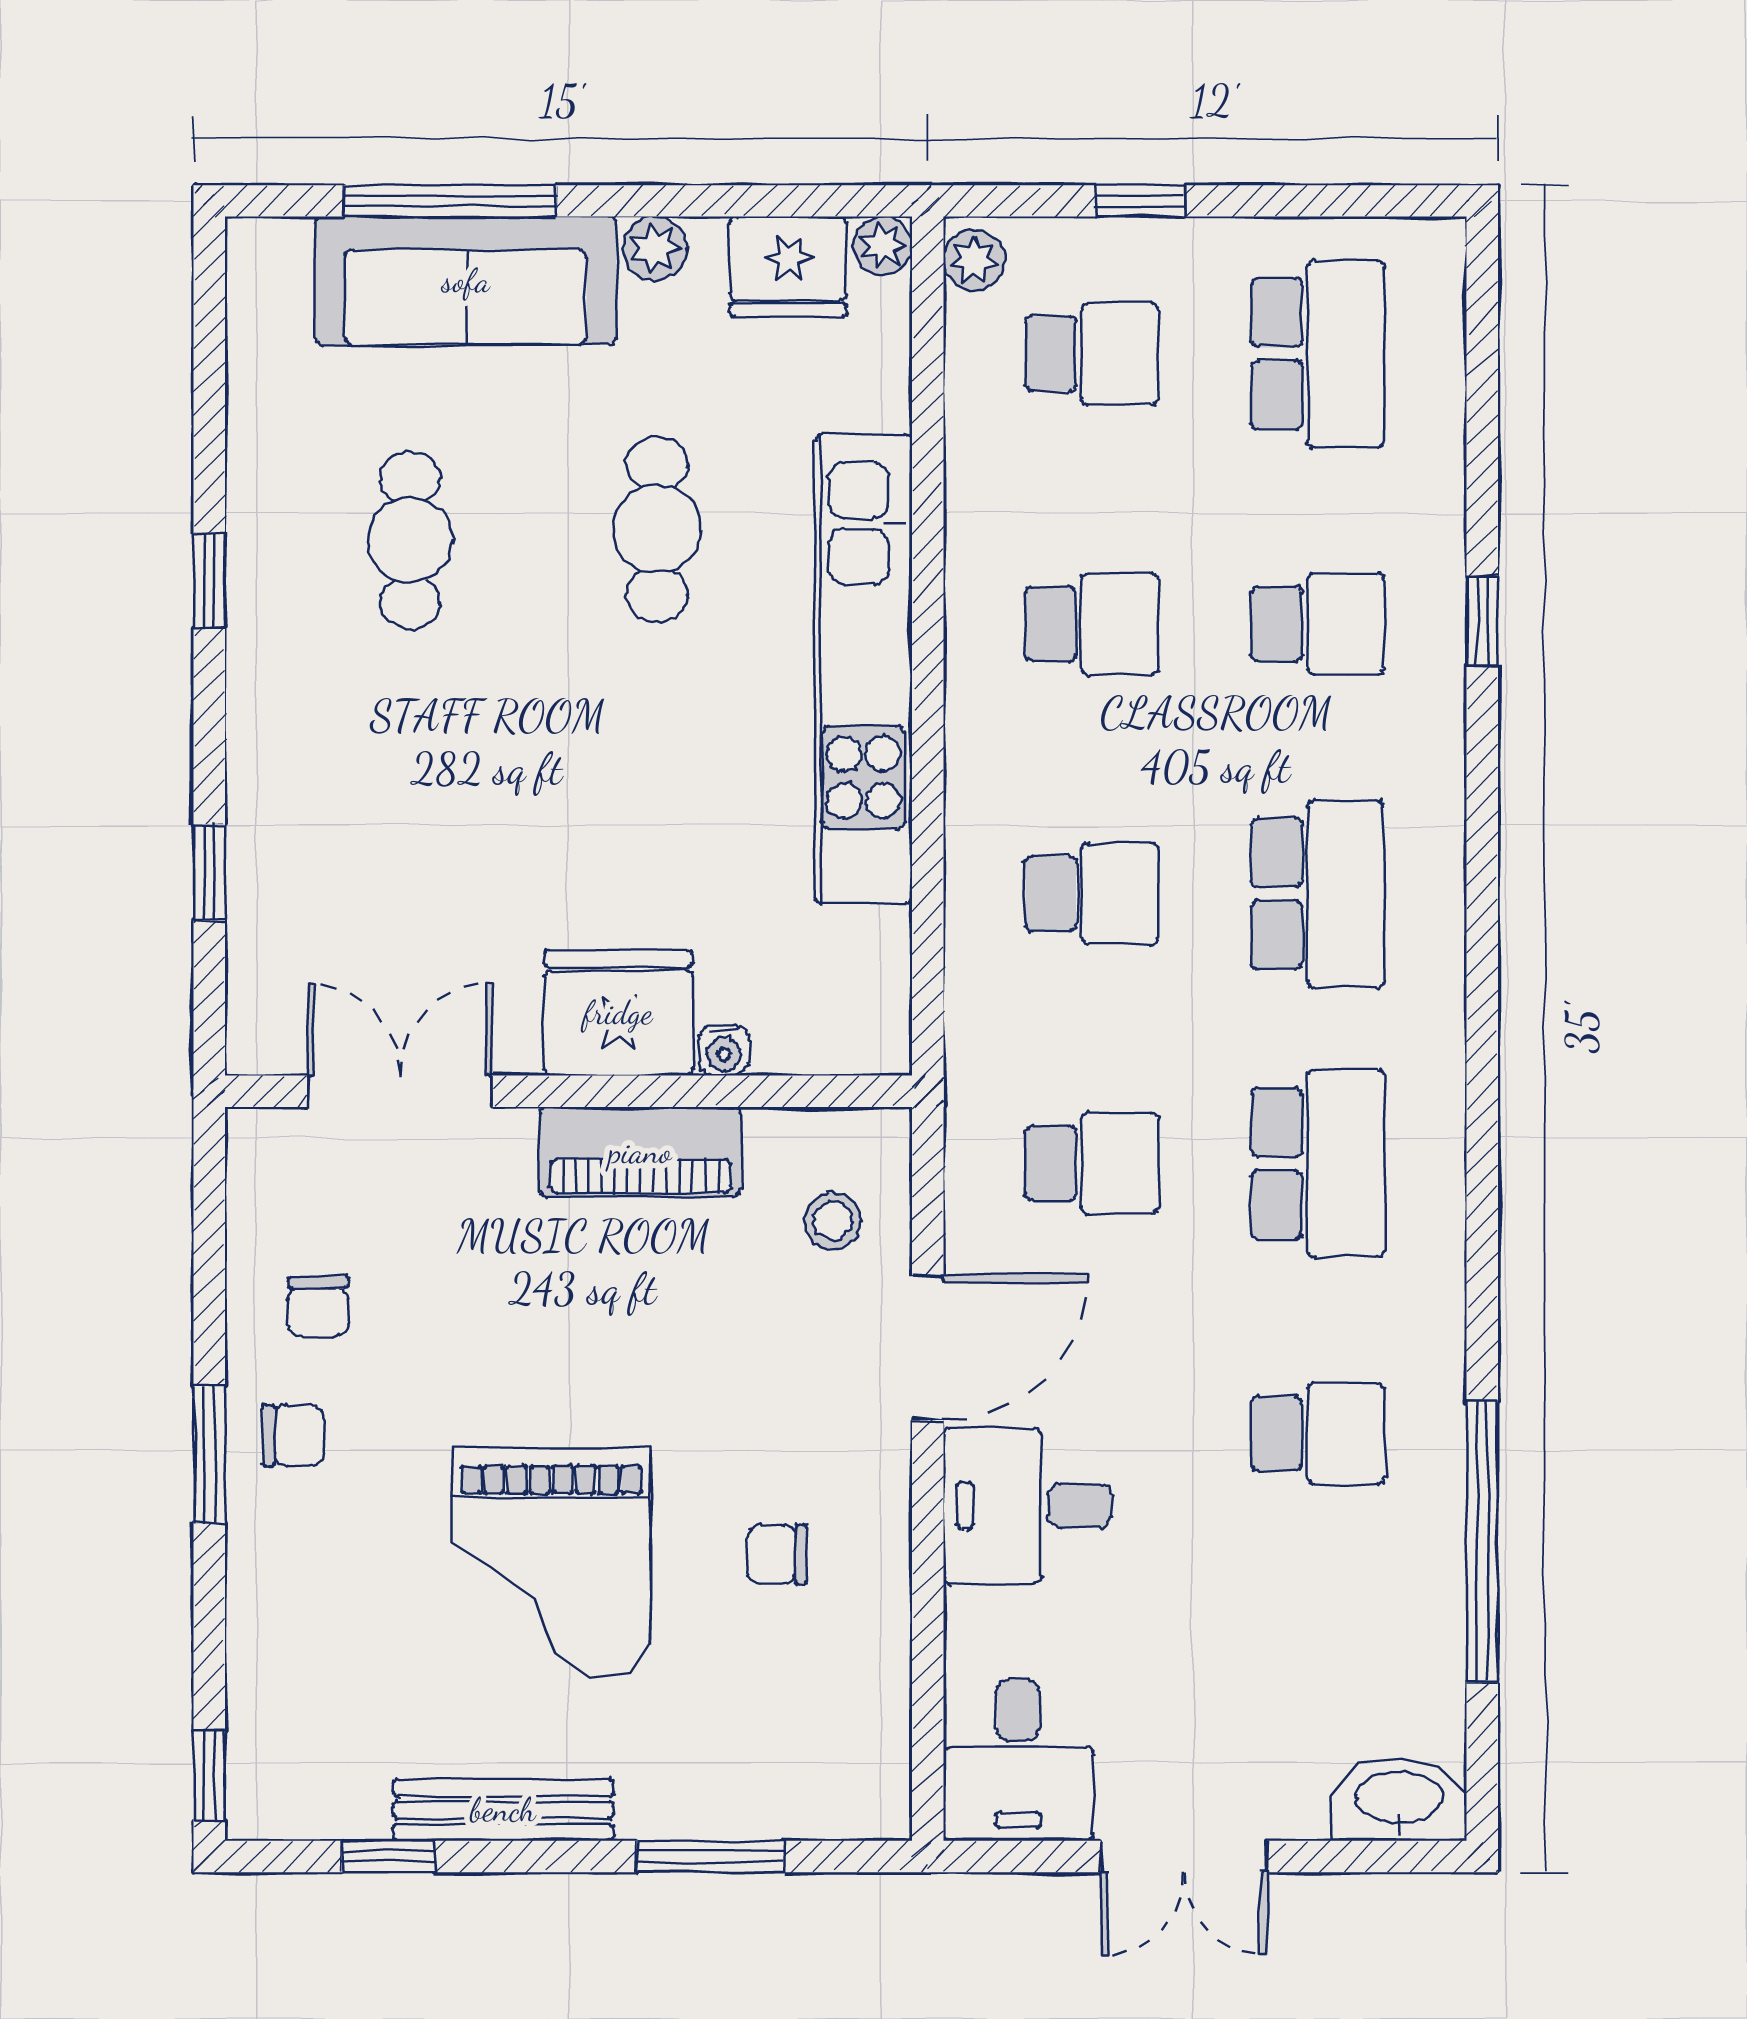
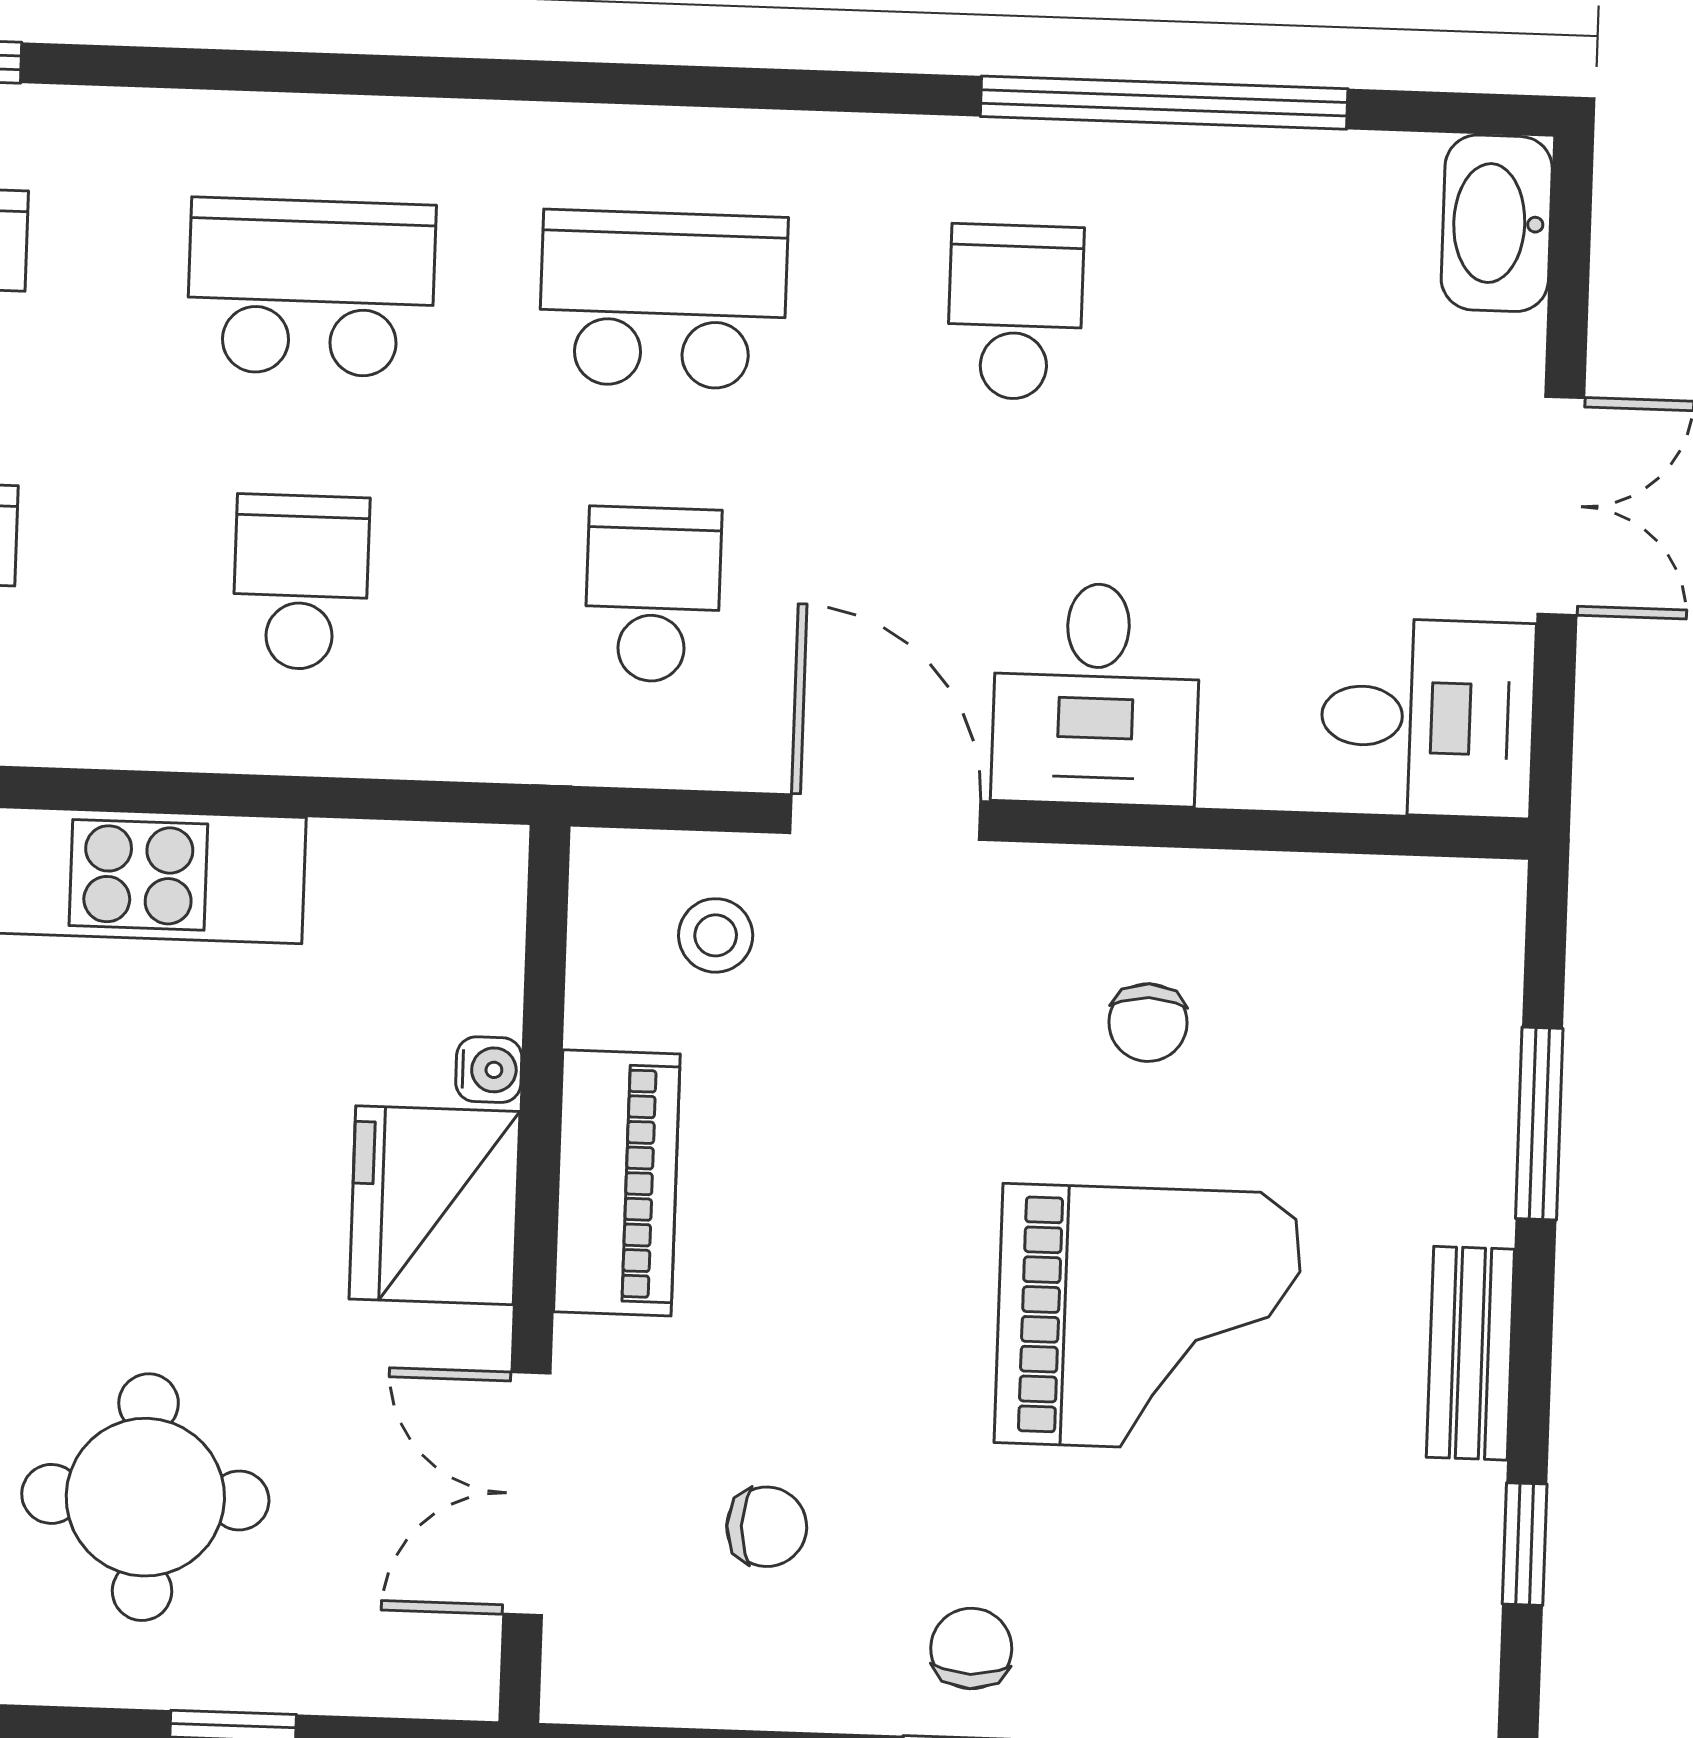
round table: (387, 799) -> (145, 1497), added
chair: (318, 1307) -> (767, 1527), moved
bench: (503, 1810) -> (1470, 1353), width x0.73

